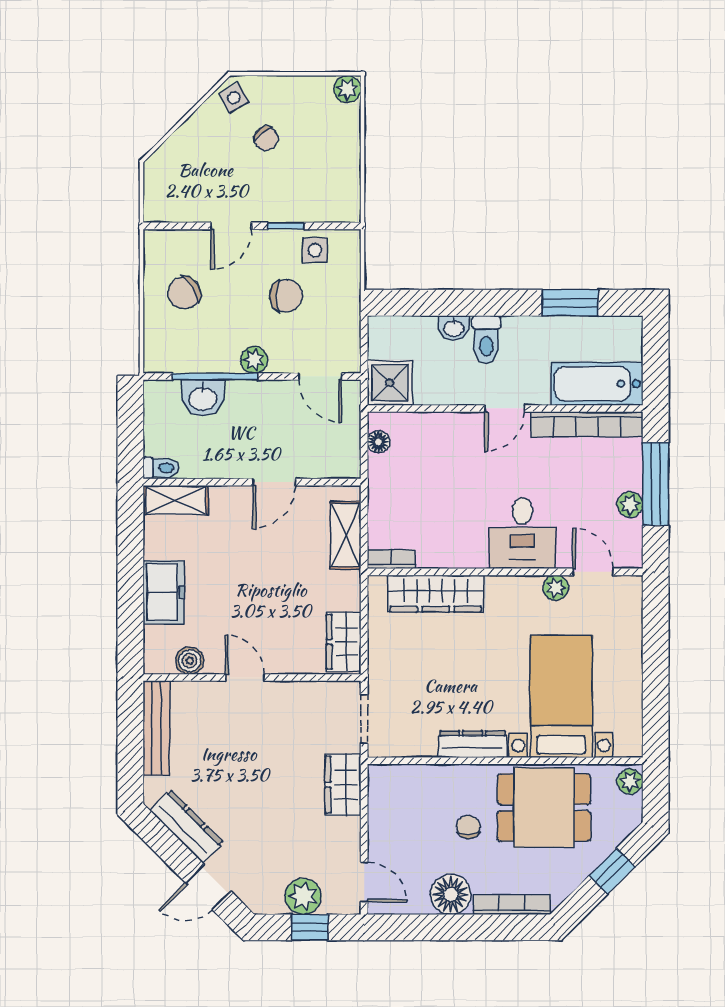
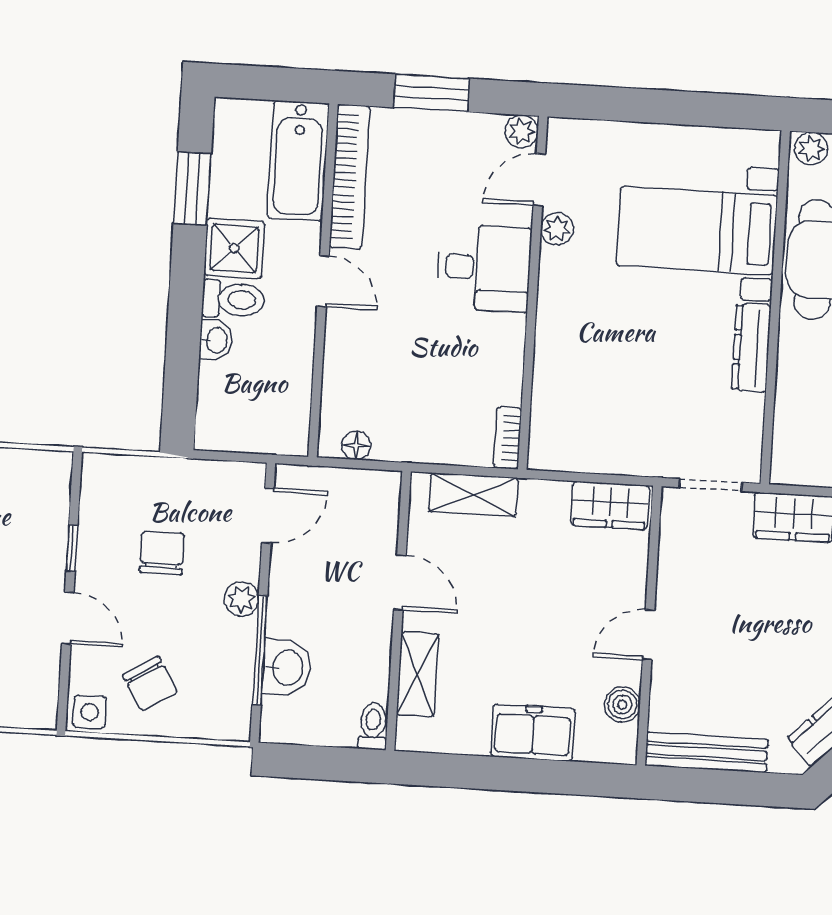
side table: (315, 250) -> (90, 712), moved
shower: (390, 383) -> (234, 248), moved
window: (656, 484) -> (431, 93), width x0.69
shelving: (176, 500) -> (417, 674), moved
plant: (630, 505) -> (522, 131), moved
wardrobe: (436, 594) -> (555, 384), removed

